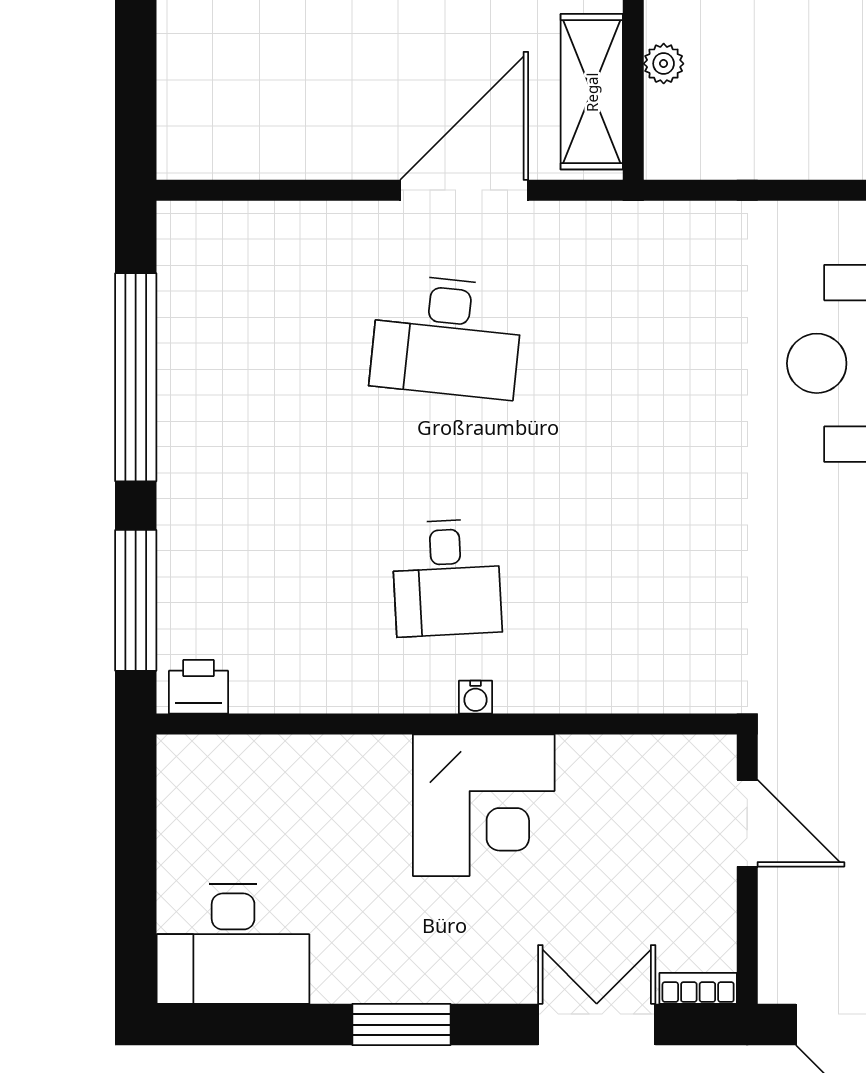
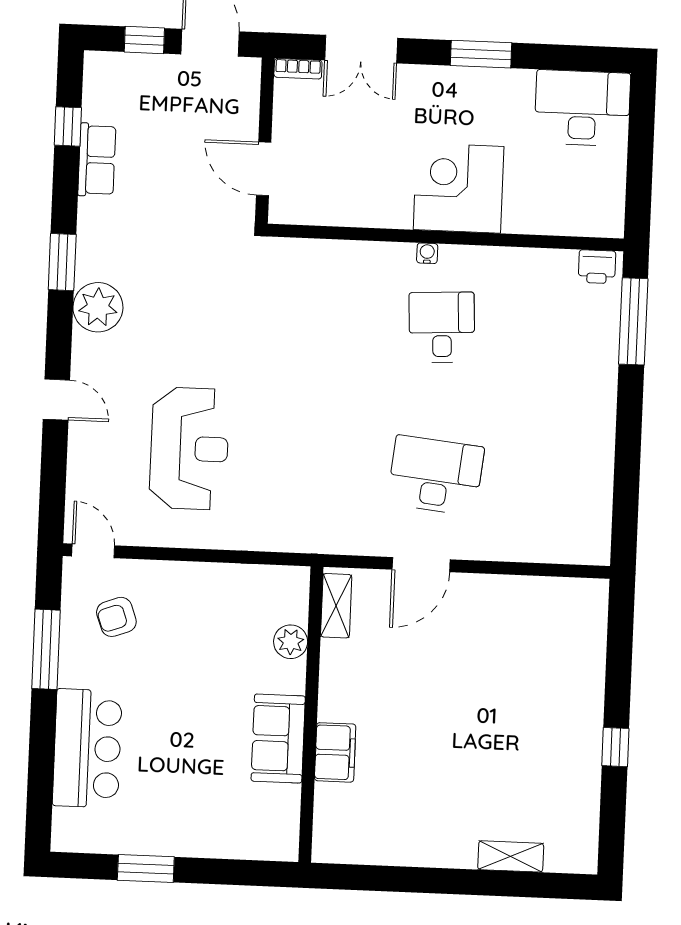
plant: (664, 64) -> (291, 642), width x1.38, depth x1.38
shelving: (592, 92) -> (336, 606), width x0.67, depth x0.75
door: (464, 190) -> (421, 565), width x0.73
window: (136, 377) -> (627, 458), removed
corner desk: (484, 805) -> (459, 188), moved

